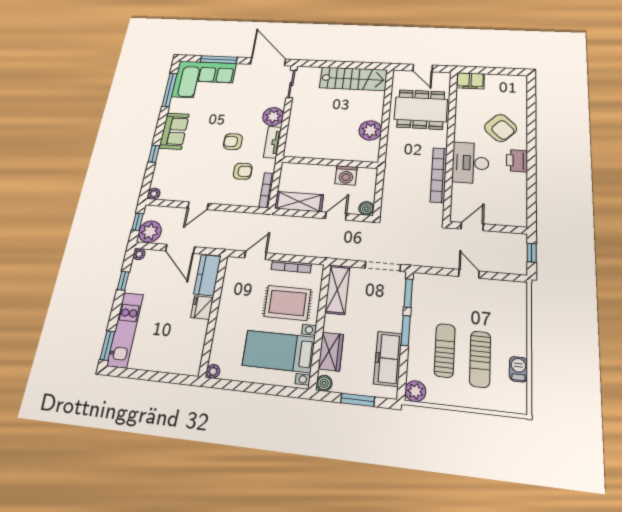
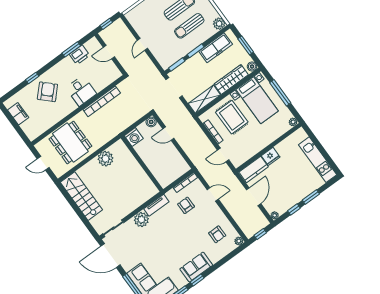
door: (268, 62) -> (110, 256), hinge flipped
door: (423, 68) -> (43, 163), swing flipped
filing cabinet: (470, 81) -> (18, 114), moved
window: (531, 124) -> (32, 78), added
armchair: (233, 142) -> (217, 234), moved
window: (154, 154) -> (197, 280), moved
printer: (517, 161) -> (80, 55), moved
desk: (471, 163) -> (81, 91), width x0.73
washing machine: (346, 175) -> (134, 137), moved, turned 90
window: (531, 189) -> (71, 49), added
shelving: (299, 202) -> (177, 160), removed
door: (198, 206) -> (213, 194), moved
door: (472, 226) -> (109, 52), moved
plant: (150, 232) -> (259, 222), removed
kitchen unit: (125, 330) -> (318, 160), moved, turned -90
window: (107, 346) -> (311, 197), moved
wardrobe: (331, 352) -> (231, 79), width x1.50
window: (261, 389) -> (280, 93), added

